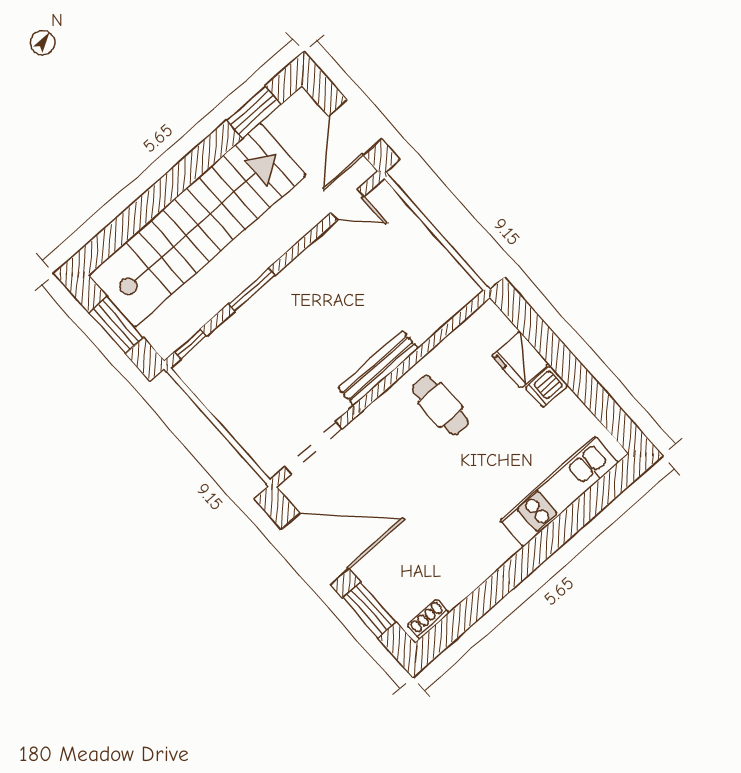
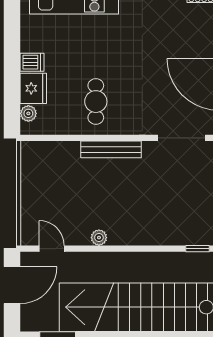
plant: (307, 262) -> (99, 238), added
window: (252, 290) -> (141, 249), removed
plant: (501, 328) -> (28, 113), added

